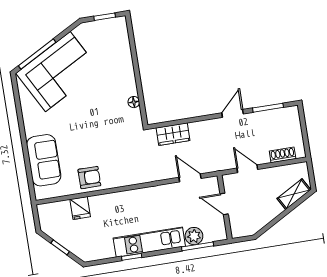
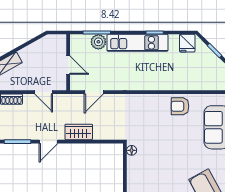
floor lamp: (134, 102) -> (132, 150), moved
wardrobe: (173, 134) -> (79, 132), moved
door: (190, 178) -> (94, 92), hinge flipped
fridge: (80, 208) -> (187, 43), moved, turned 180

